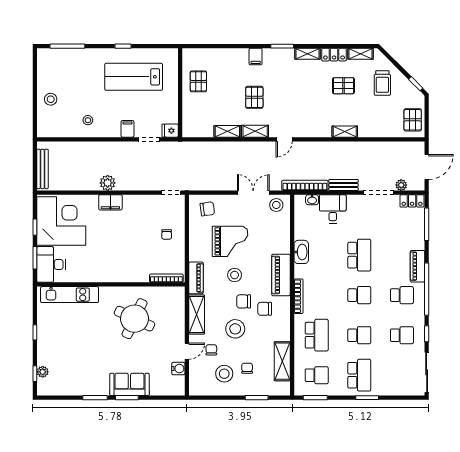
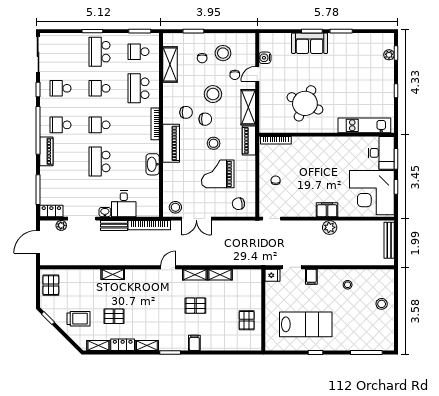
trolley: (382, 83) -> (78, 319), turned 90
pallet: (254, 97) -> (195, 306), turned 90
washbasin: (312, 200) -> (105, 212), moved

